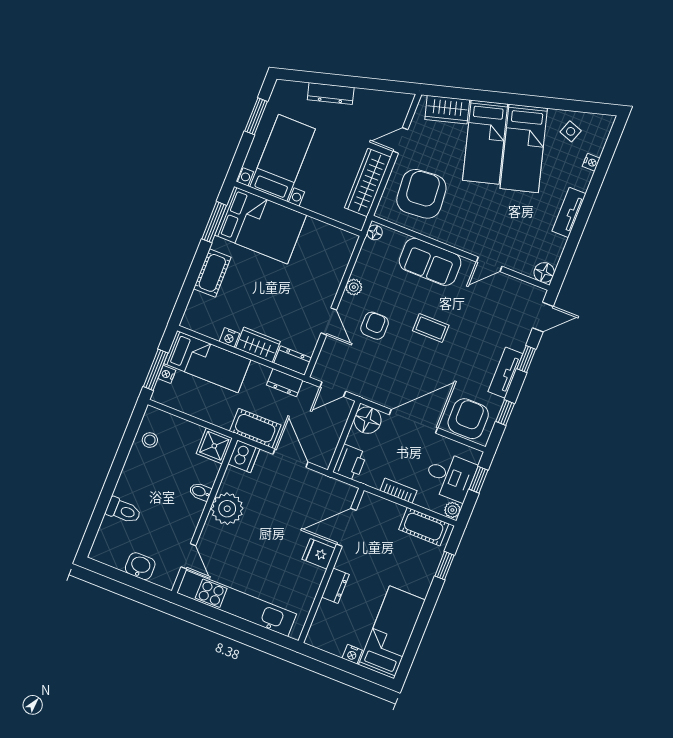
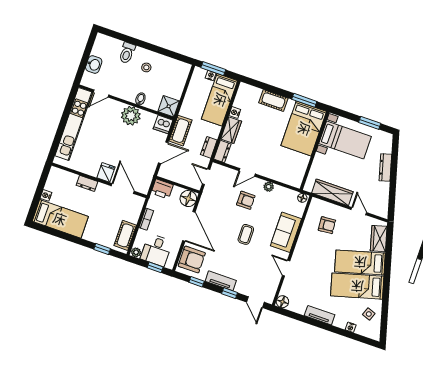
armchair: (421, 194) -> (327, 225), width x0.53, depth x0.53
stool: (150, 440) -> (146, 67), moved

